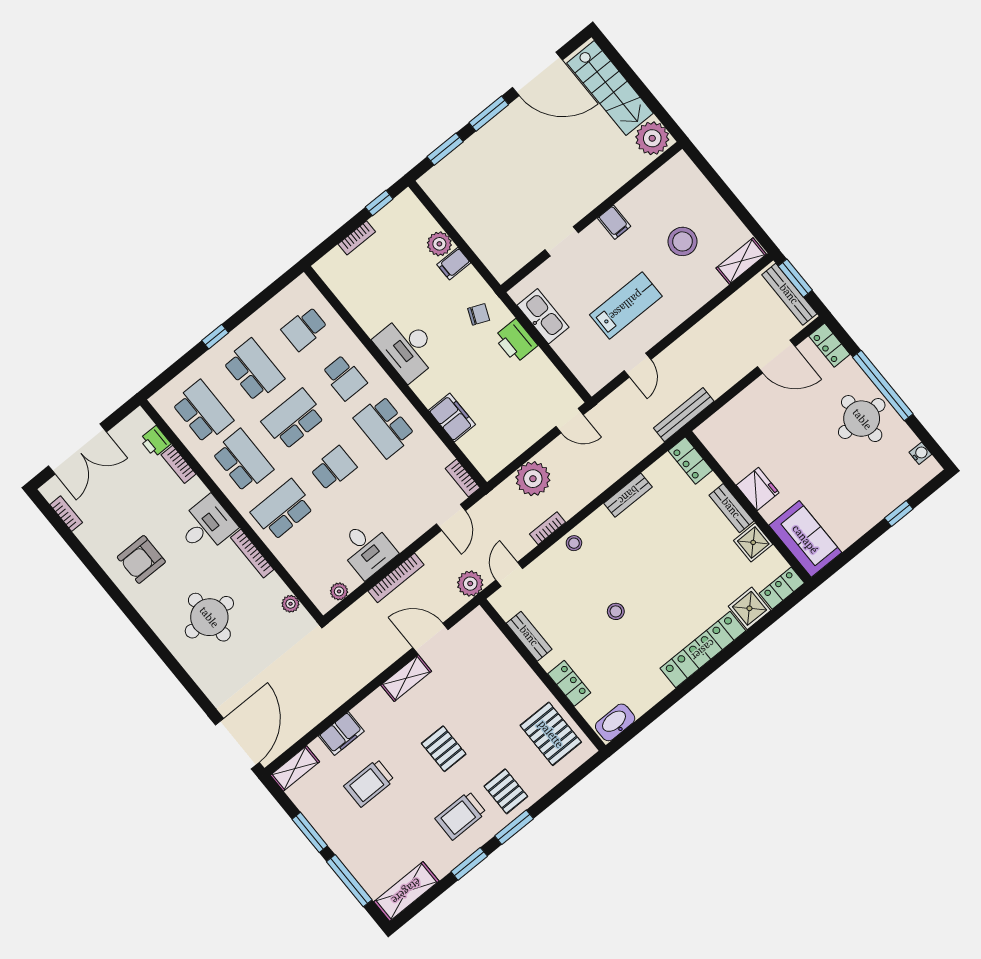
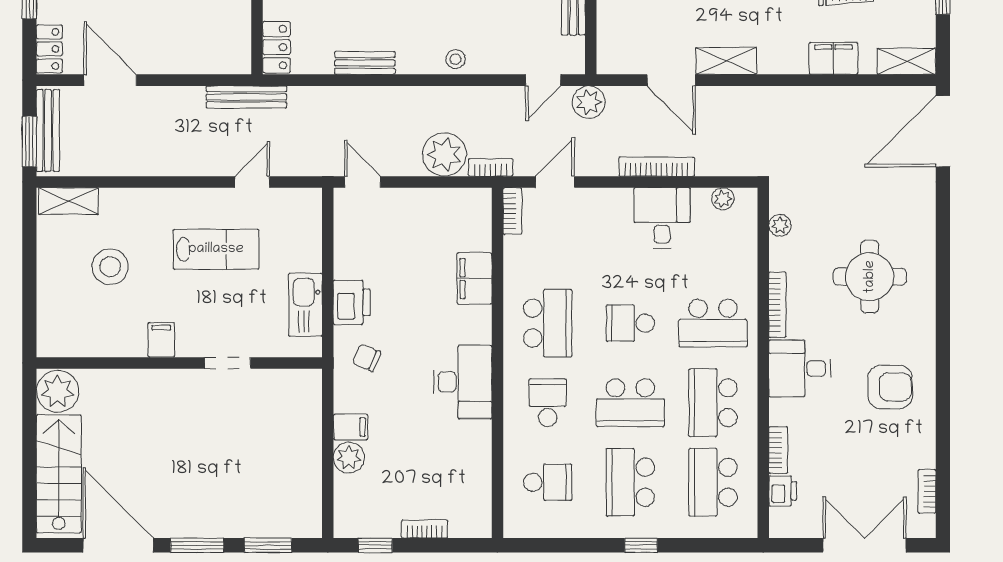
lab bench: (626, 305) -> (216, 249), turned 180
bookcase: (548, 528) -> (491, 167), moved, turned 180

